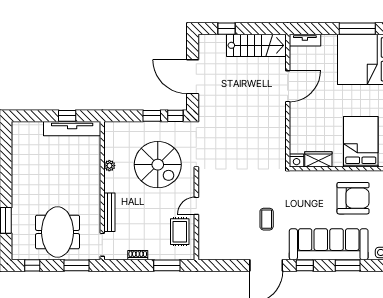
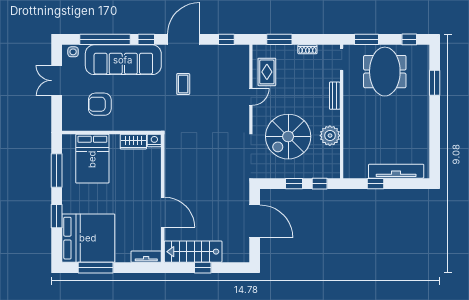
window: (226, 29) -> (203, 268), moved
door: (288, 86) -> (163, 212), swing flipped
window: (175, 116) -> (320, 184), moved
tv unit: (72, 129) -> (396, 171), moved
spiral stairs: (158, 165) -> (288, 137), turned -90
plant: (109, 166) -> (330, 136), width x1.88, depth x1.88
armchair: (353, 198) -> (100, 104), width x0.73, depth x0.73
bench: (109, 212) -> (335, 96), width x0.73
window: (222, 265) -> (226, 39), added
window: (348, 265) -> (105, 39), width x2.11

